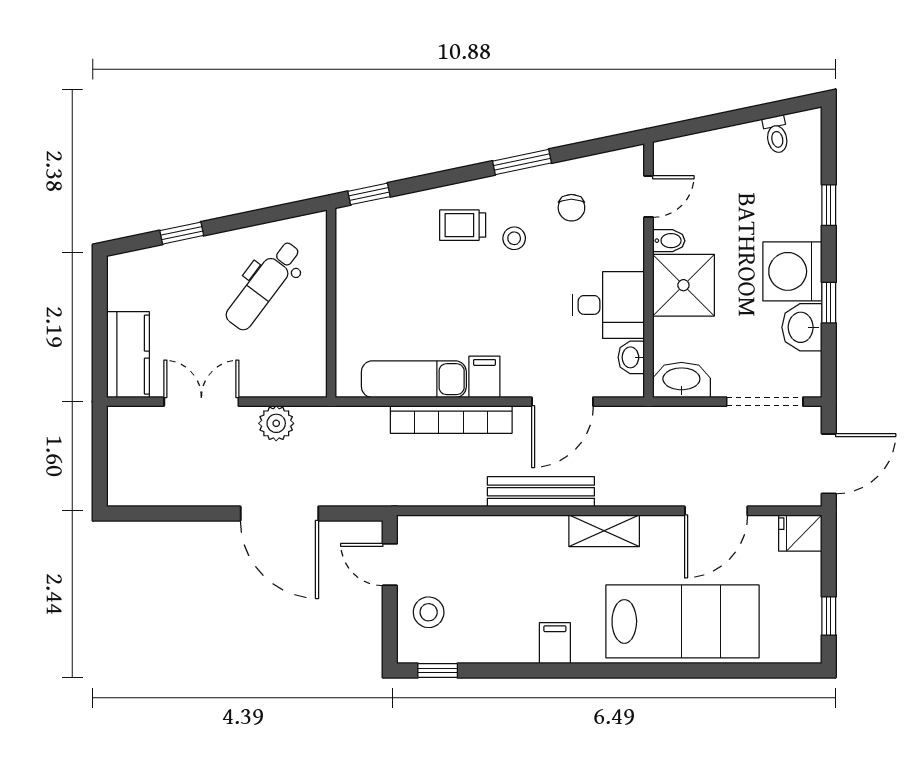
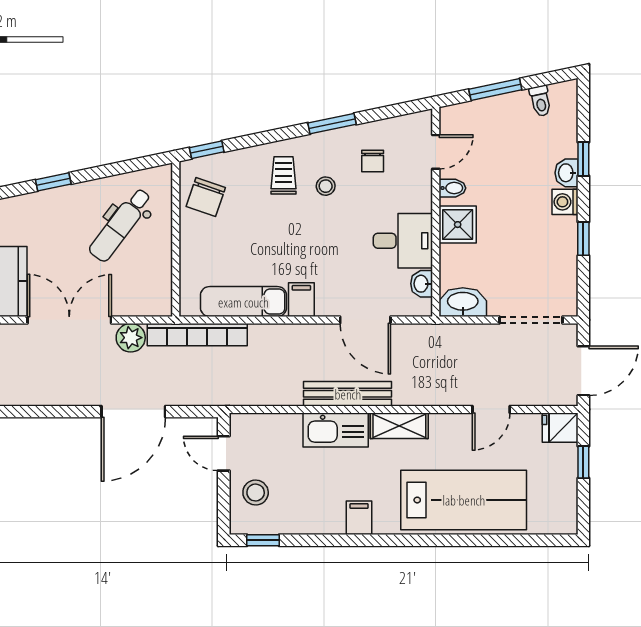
window: (721, 120) -> (495, 89), added
trolley: (463, 225) -> (283, 175), turned 90
chair: (368, 252) -> (206, 197), added
washing machine: (792, 271) -> (565, 202), width x0.53, depth x0.53
shower: (683, 285) -> (458, 225), width x0.73, depth x0.73
washbasin: (802, 327) -> (566, 173), moved, width x0.72, depth x0.69
double door: (201, 402) -> (69, 320), width x1.37
door: (562, 402) -> (365, 320), hinge flipped
bookcase: (451, 420) -> (197, 335), moved
door: (716, 511) -> (491, 409), width x0.73
door: (279, 514) -> (133, 412), hinge flipped
kitchen sink: (526, 536) -> (336, 430), added
window: (829, 616) -> (583, 462), moved

